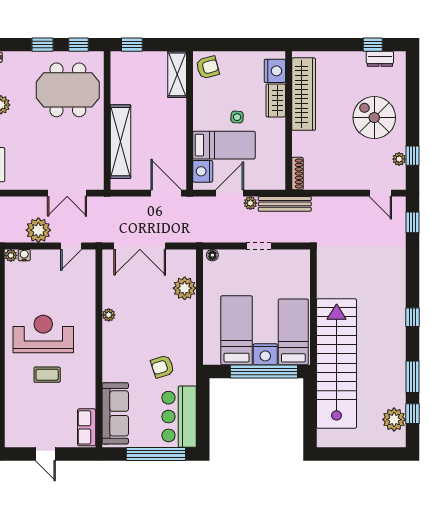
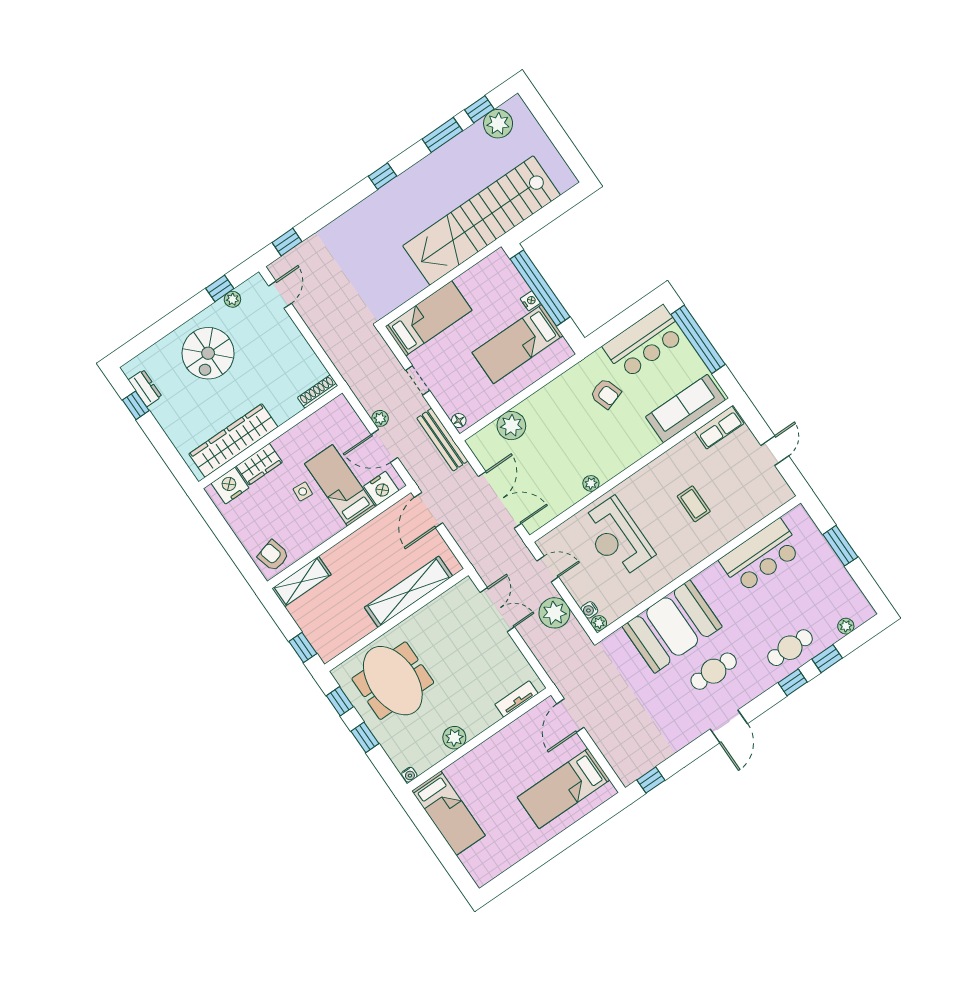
bench: (285, 204) -> (442, 440), moved
bed: (293, 332) -> (429, 318), moved, turned 180
reception desk: (43, 334) -> (617, 538), moved
nightstand: (265, 354) -> (530, 301), width x0.53, depth x0.56

